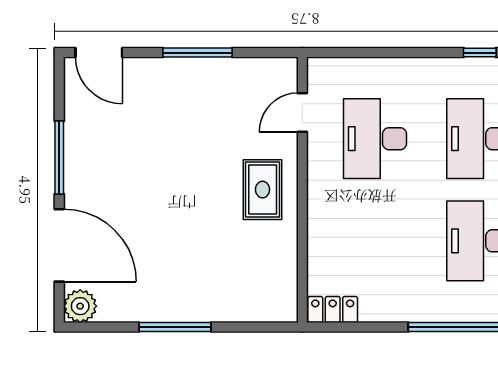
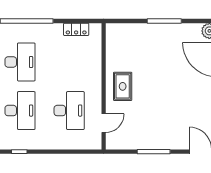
locker: (333, 310) -> (76, 29), moved

